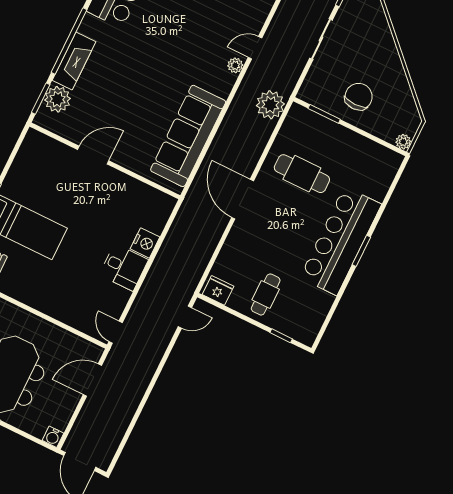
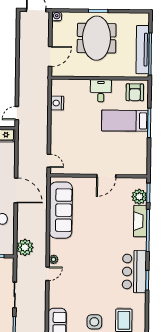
nightstand: (145, 243) -> (57, 103), moved
desk: (124, 267) -> (101, 91), moved, turned 90
door: (116, 332) -> (49, 161), moved

